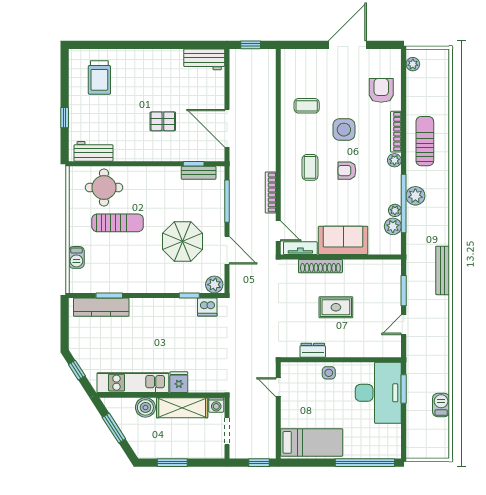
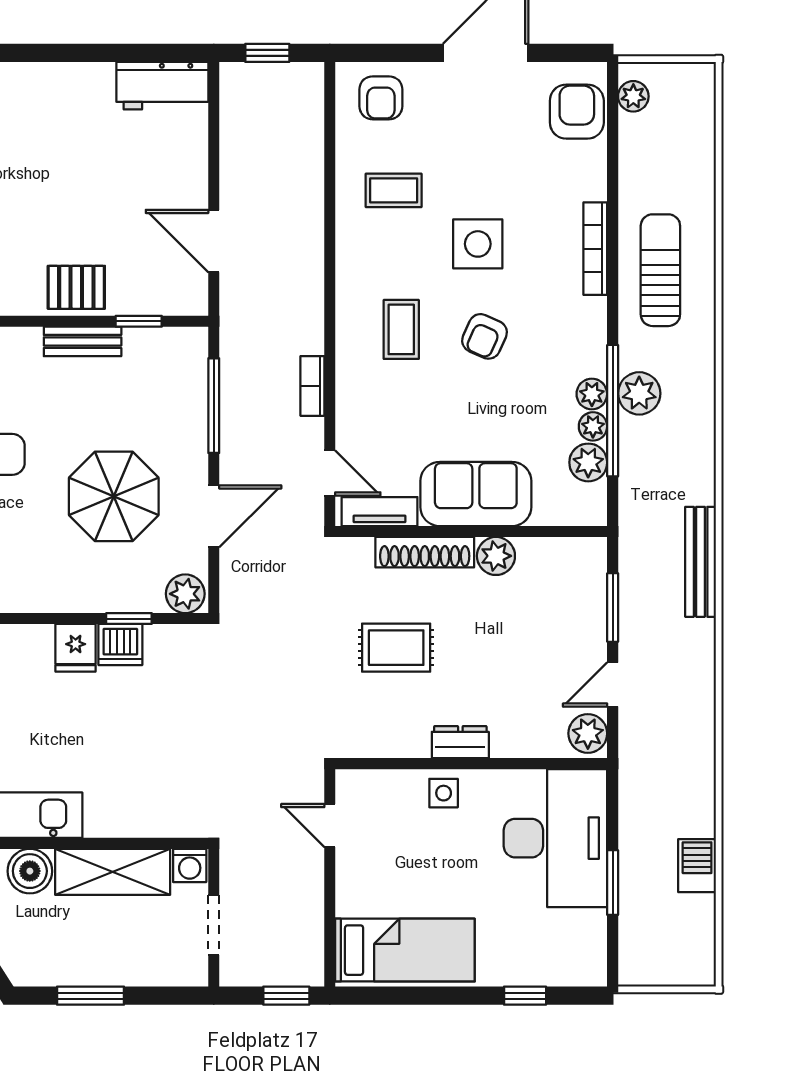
armchair: (301, 65) -> (381, 98), added
armchair: (381, 90) -> (577, 112), moved
pallet: (163, 121) -> (76, 287), moved
door: (227, 128) -> (214, 241), width x0.73
plant: (394, 160) -> (592, 394), moved
armchair: (347, 171) -> (484, 336), turned -66
bench: (199, 173) -> (83, 341), moved
bookcase: (271, 192) -> (312, 386), width x0.64
door: (227, 250) -> (214, 516), hinge flipped
plant: (352, 268) -> (496, 556), added
dishwasher: (207, 307) -> (120, 645), moved
rug: (336, 307) -> (396, 648), moved
plant: (393, 346) -> (588, 733), added
dresser: (313, 350) -> (460, 742), moved
fridge: (179, 382) -> (76, 648), moved, turned 180
window: (404, 389) -> (613, 883), moved
window: (365, 463) -> (525, 996), width x0.32

